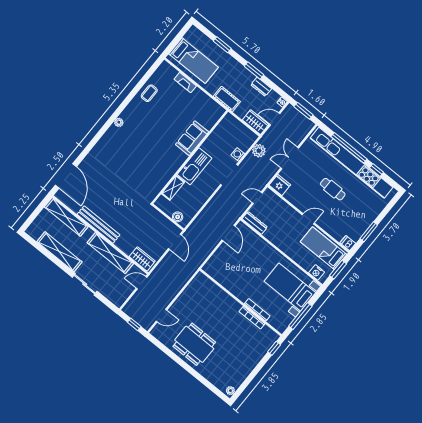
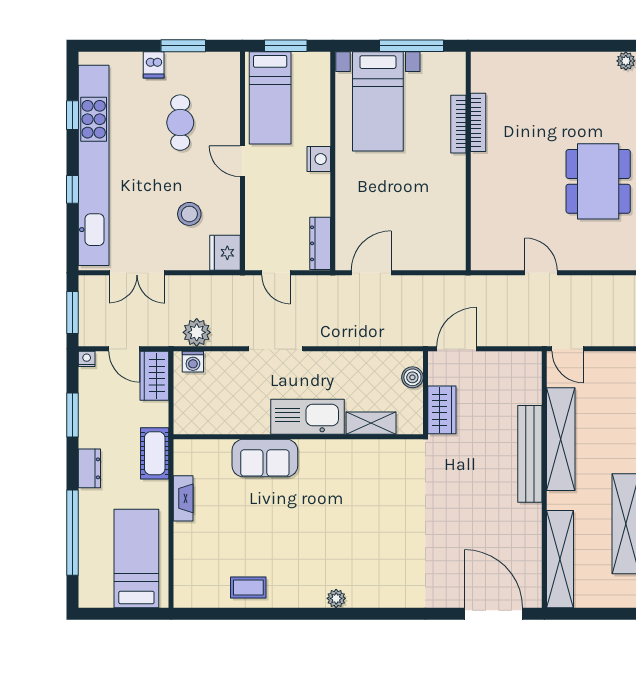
window: (222, 45) -> (72, 533), width x2.11
window: (254, 71) -> (72, 415), moved
fireplace: (185, 83) -> (183, 498), moved
dresser: (261, 87) -> (89, 468), moved
window: (349, 148) -> (72, 189), width x0.32
washing machine: (238, 154) -> (193, 362), moved
double door: (290, 158) -> (137, 273), moved
door: (66, 176) -> (494, 614), hinge flipped
stool: (305, 184) -> (189, 214), added
cafe table: (333, 189) -> (180, 123), moved
bench: (98, 225) -> (530, 454), moved
dishwasher: (348, 243) -> (154, 65), moved
wardrobe: (142, 259) -> (442, 410), moved, turned 180
nightstand: (317, 272) -> (319, 159), moved
door: (162, 316) -> (541, 273), moved
window: (274, 348) -> (499, 46), removed

